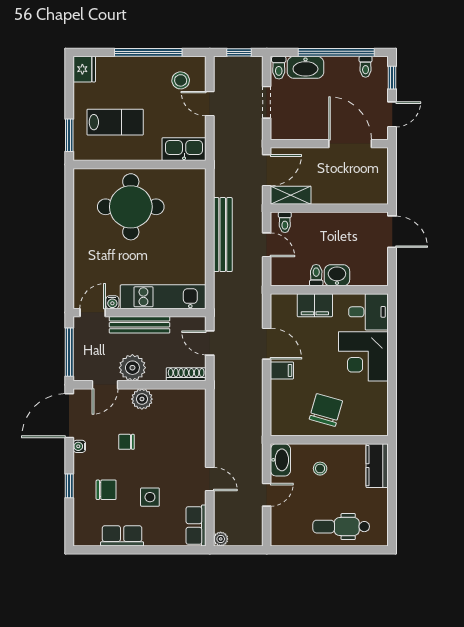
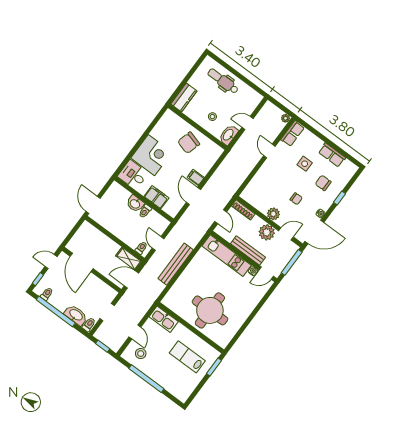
fridge: (84, 69) -> (183, 393), removed
dental chair: (341, 527) -> (223, 81), turned 180

